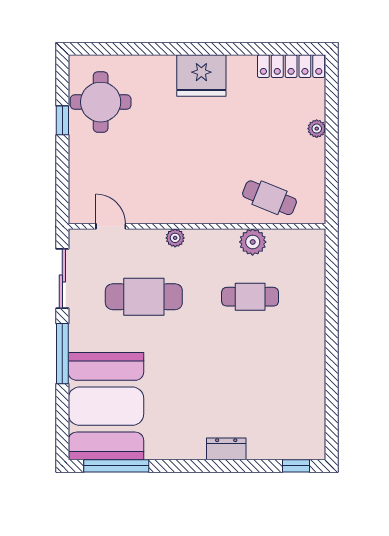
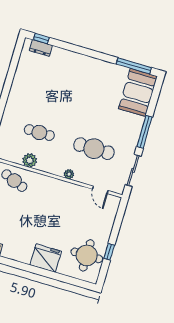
fridge: (201, 75) -> (46, 258), moved
booth: (106, 406) -> (138, 92), width x0.73, depth x0.70
dresser: (226, 449) -> (41, 48), moved

